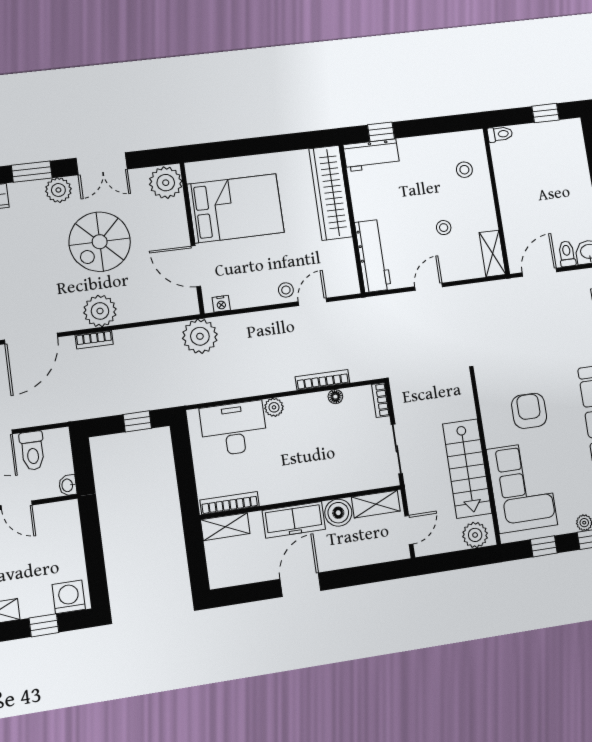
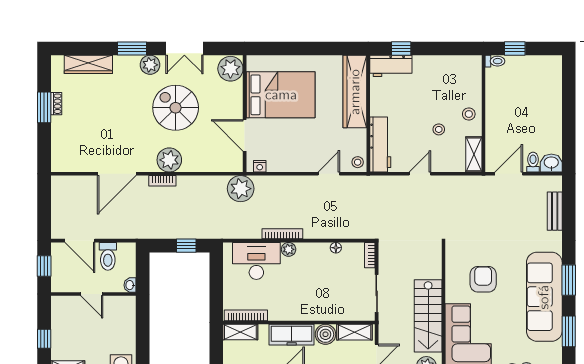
window: (546, 113) -> (515, 48), moved
stool: (464, 170) -> (469, 114), moved
spiral stairs: (100, 242) -> (176, 108), turned 90
stool: (286, 290) -> (358, 162), moved
bookcase: (322, 380) -> (282, 234), moved

